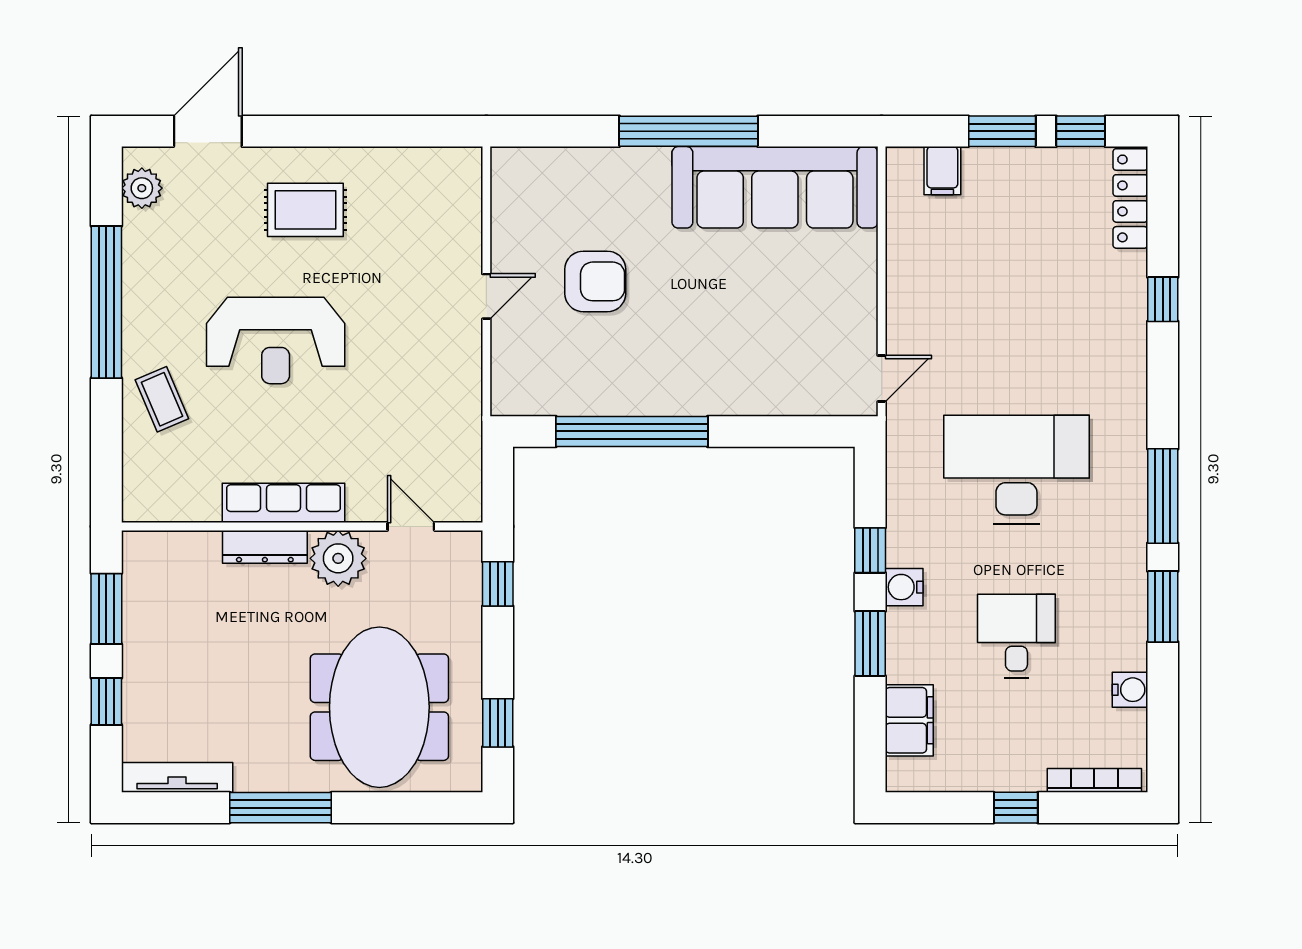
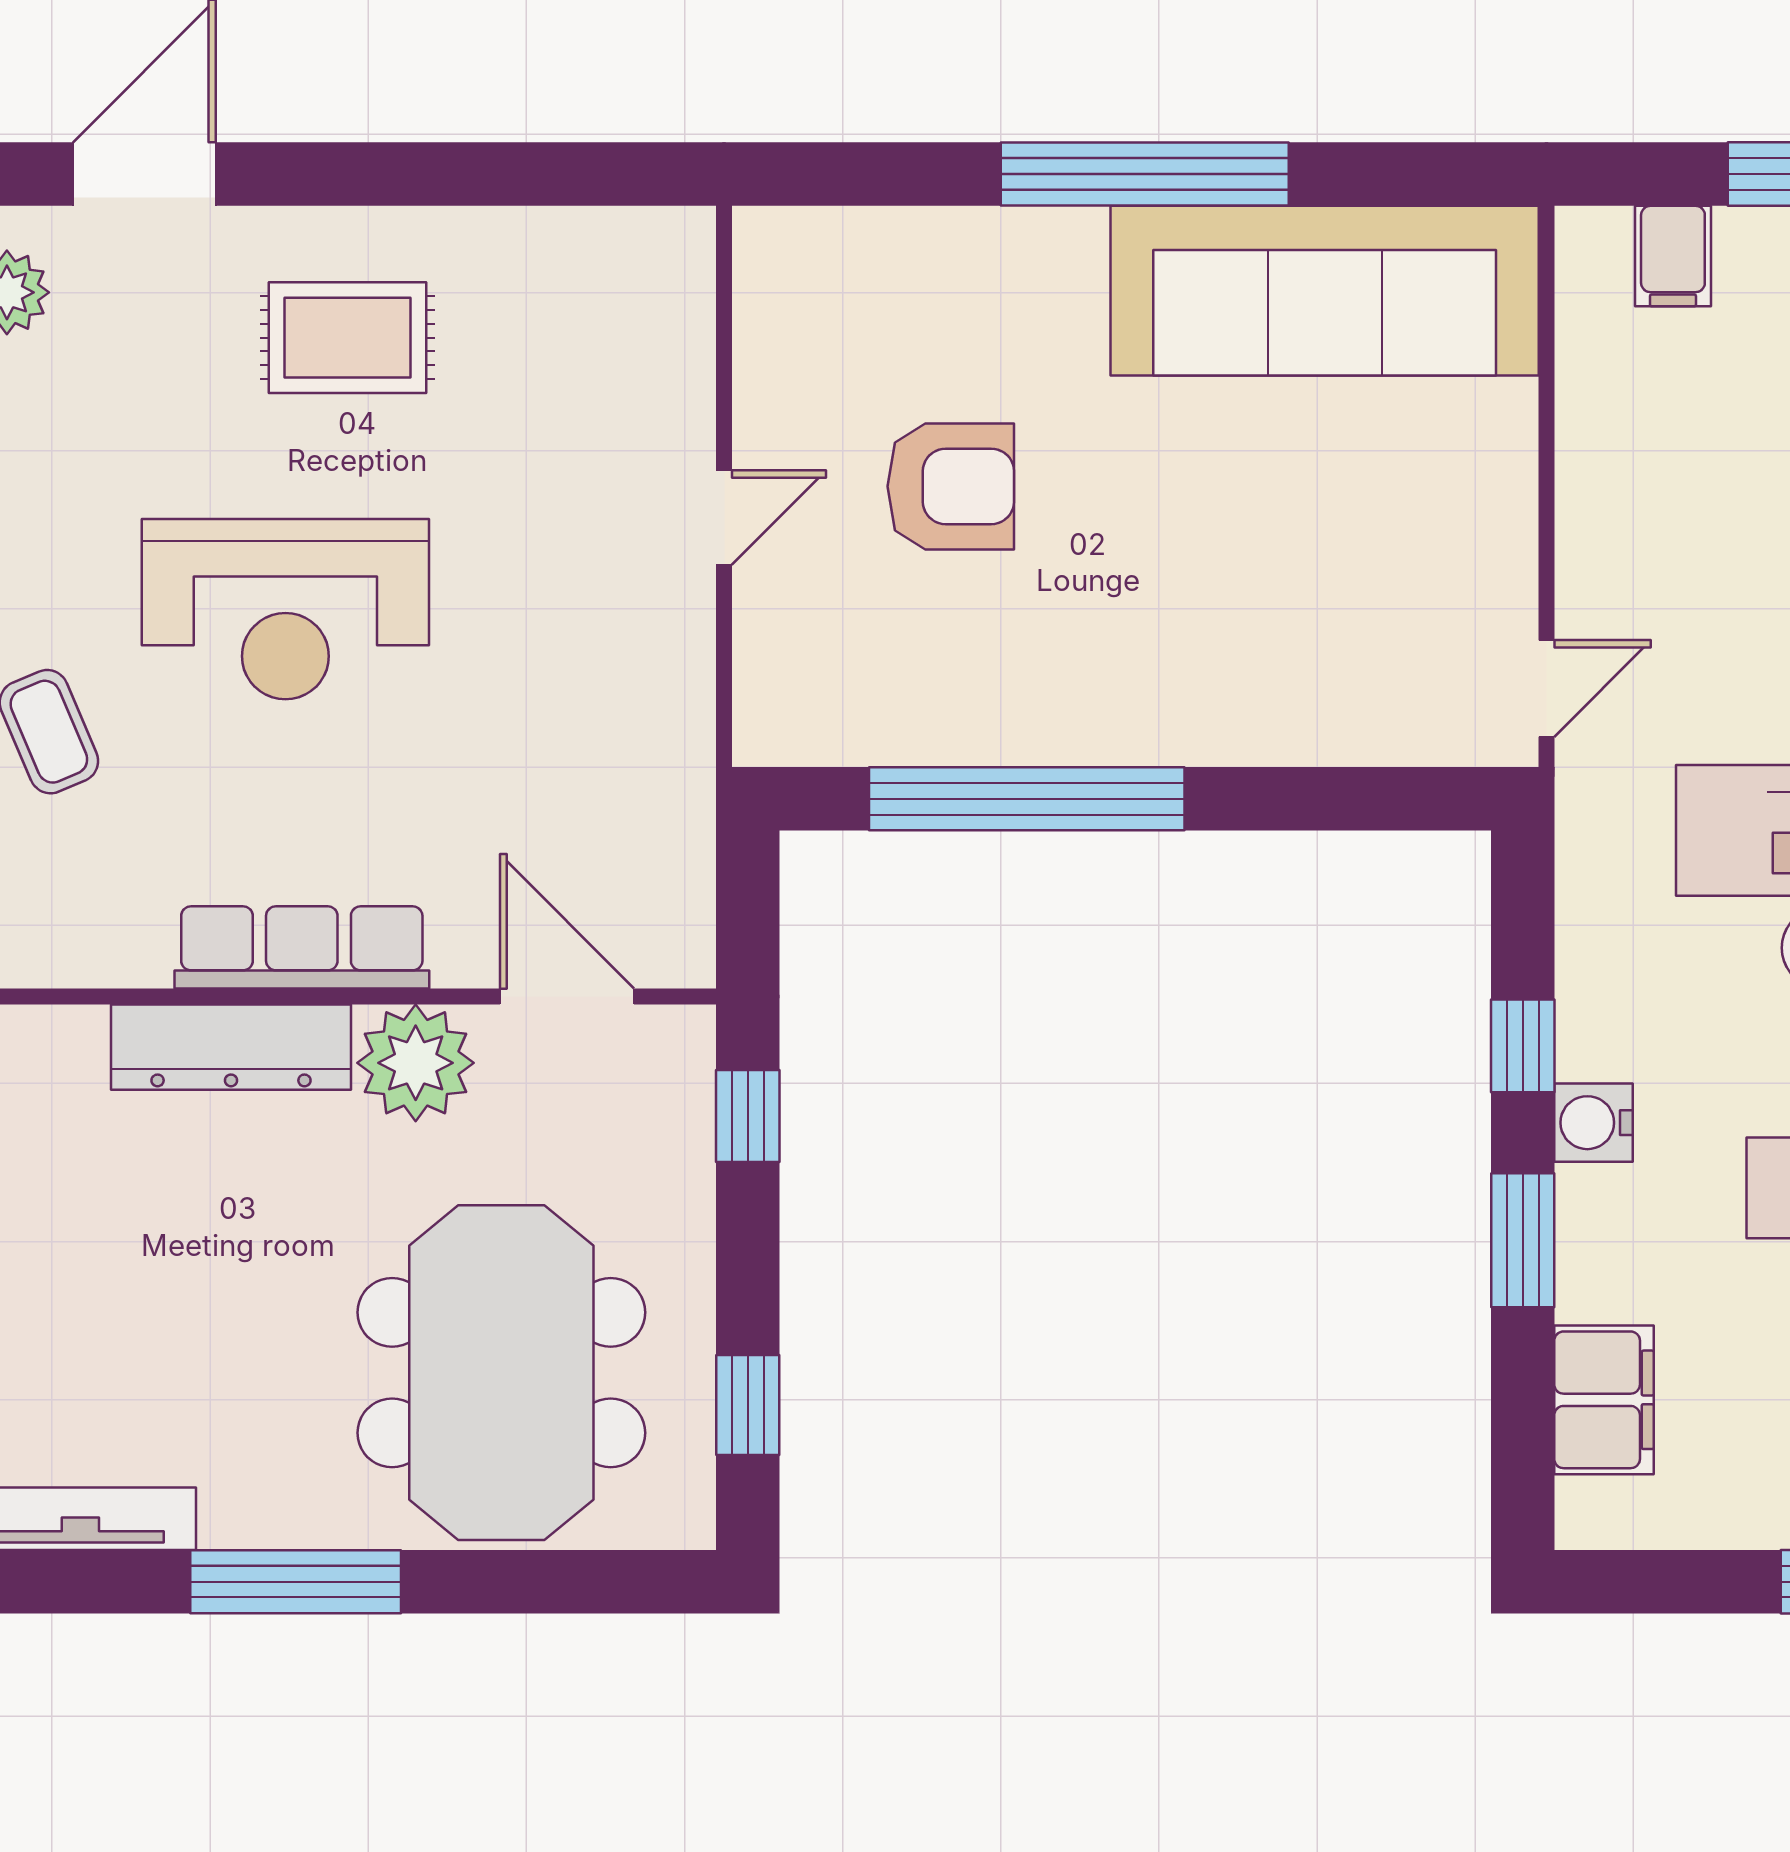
door: (411, 526) -> (567, 996), width x1.37
dresser: (265, 547) -> (231, 1047), width x1.37, depth x1.24

